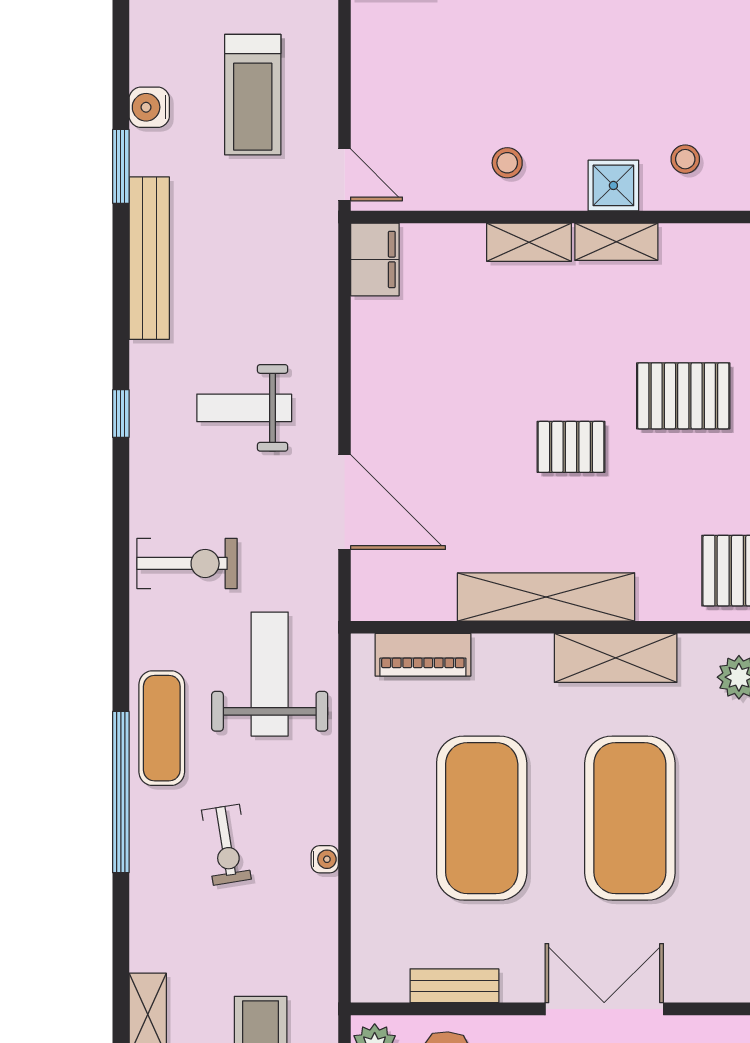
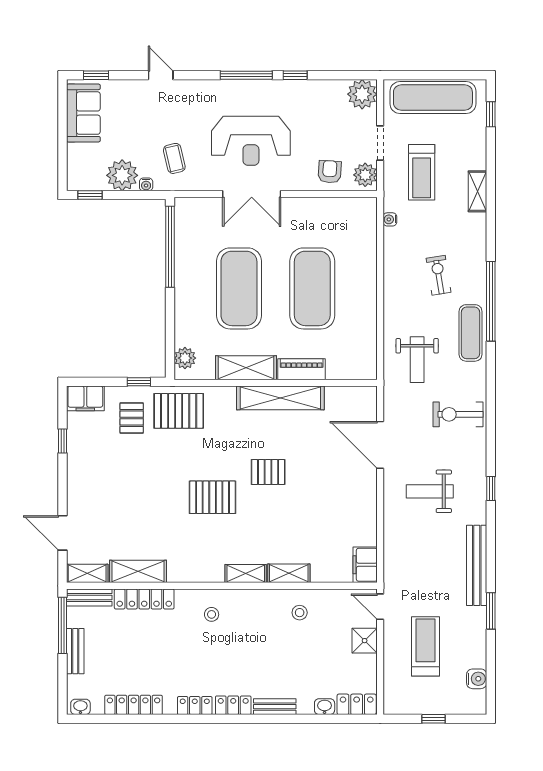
water cooler: (149, 107) -> (477, 679), moved
shower: (613, 185) -> (365, 641), moved
weight bench: (244, 408) -> (430, 491), turned 180
piano: (423, 655) -> (302, 369), moved
weight bench: (270, 674) -> (417, 360), width x0.73, depth x0.75
water cooler: (325, 859) -> (390, 219), moved
bench: (454, 986) -> (326, 205), removed

